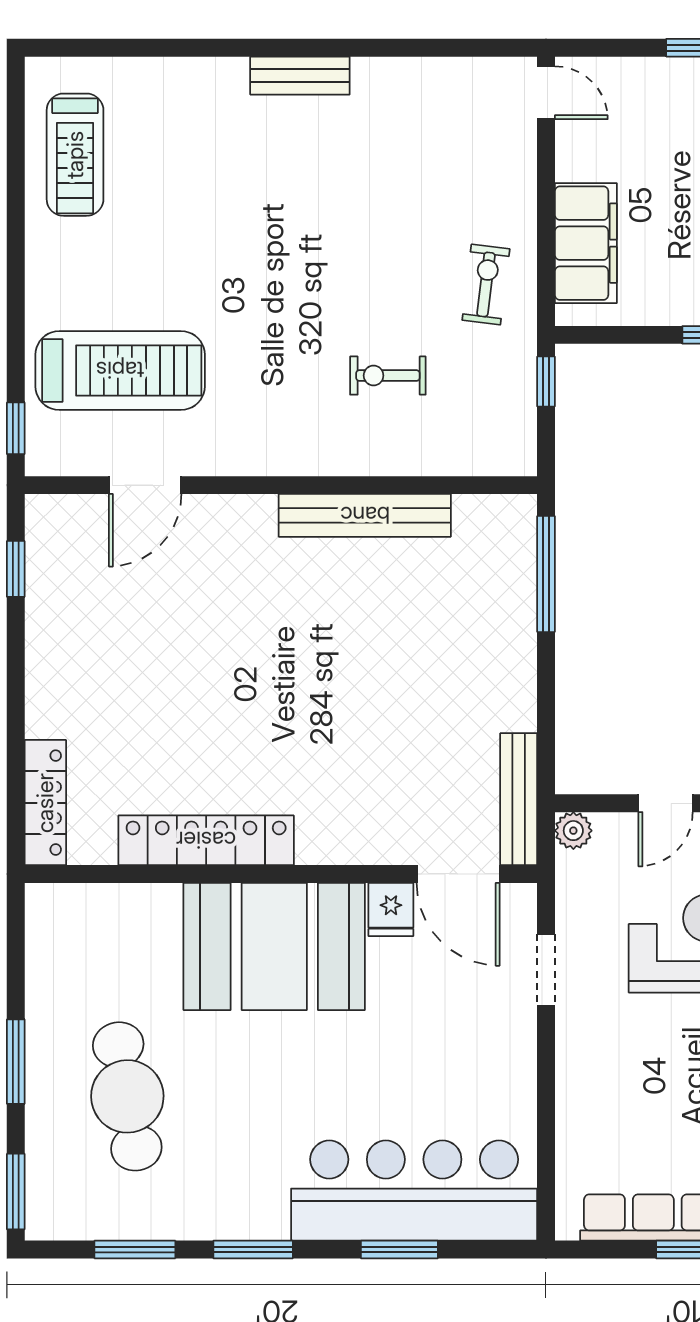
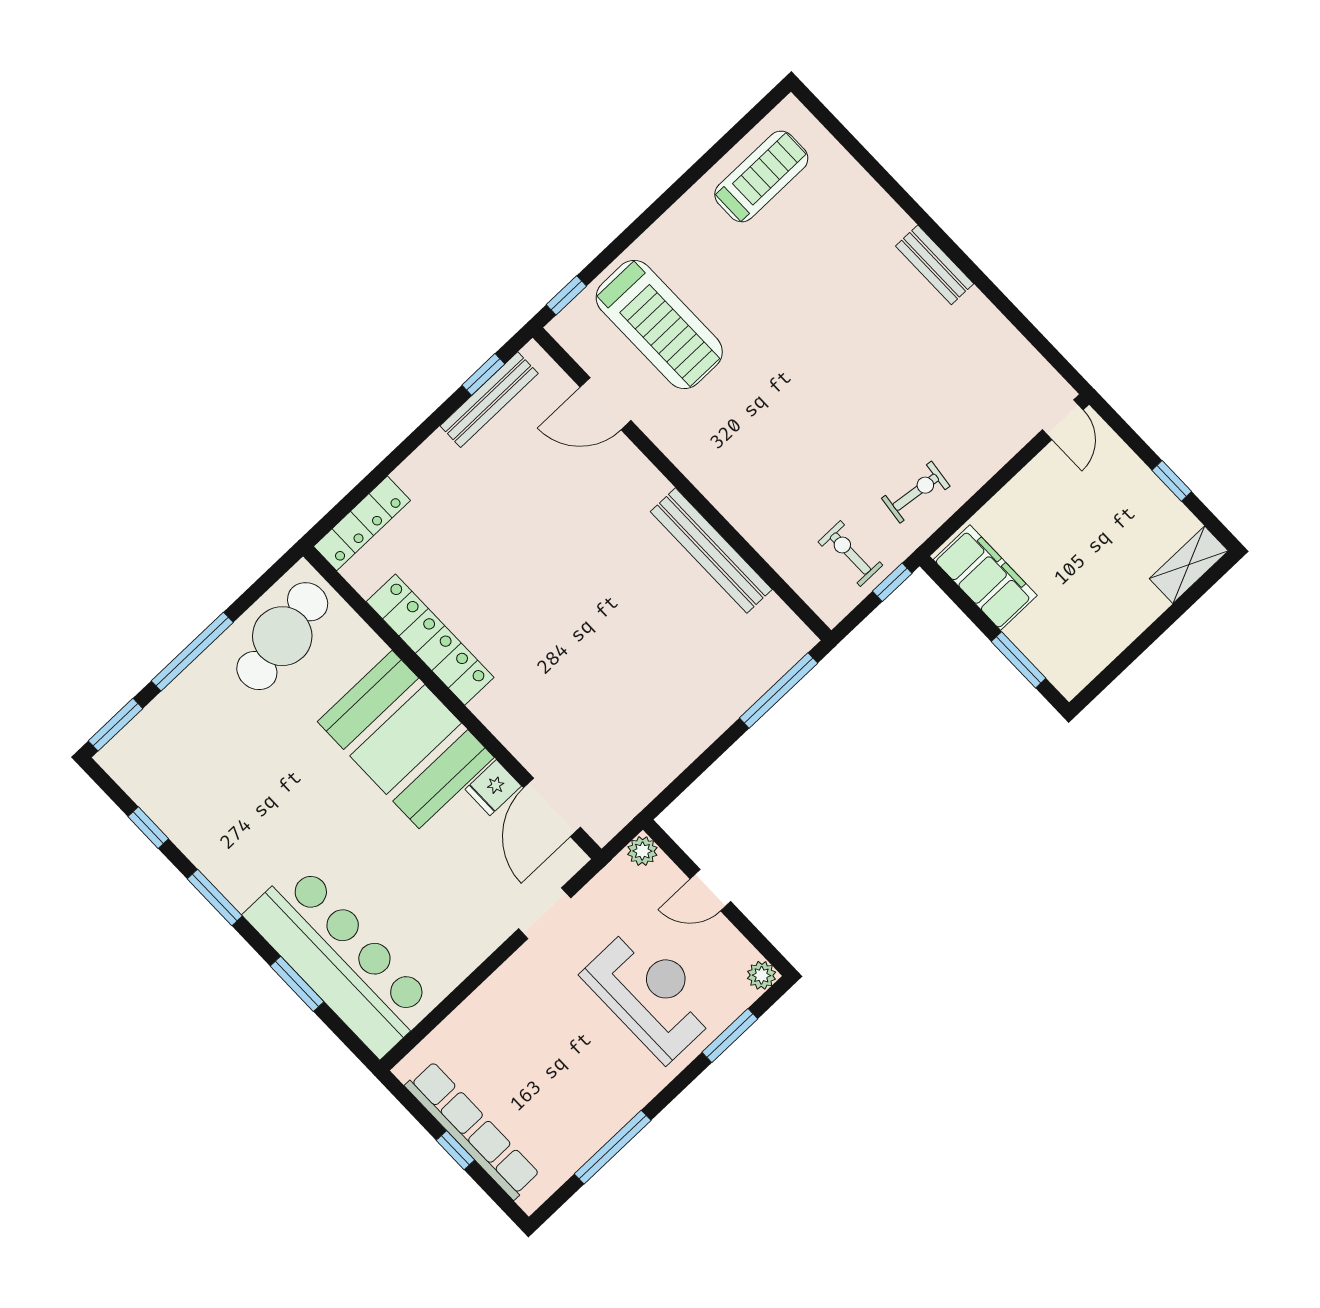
treadmill: (75, 155) -> (761, 176), turned 180
filing cabinet: (586, 243) -> (985, 578), moved, turned -90
exercise bike: (388, 376) -> (850, 553), moved
bench: (519, 799) -> (489, 400), moved
window: (16, 1062) -> (192, 652), width x1.44
cafe table: (127, 1096) -> (282, 636), moved
window: (135, 1250) -> (148, 828), width x0.67

